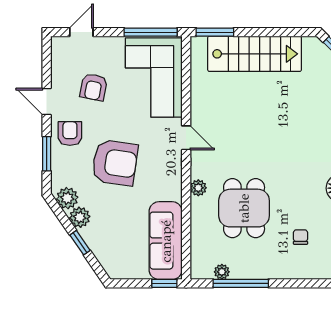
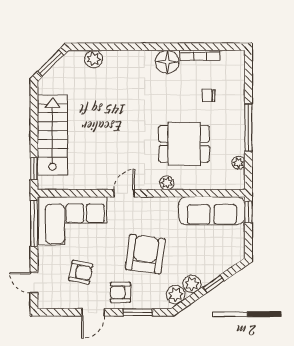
window: (215, 32) -> (34, 169), width x0.67
window: (241, 283) -> (248, 128), moved

